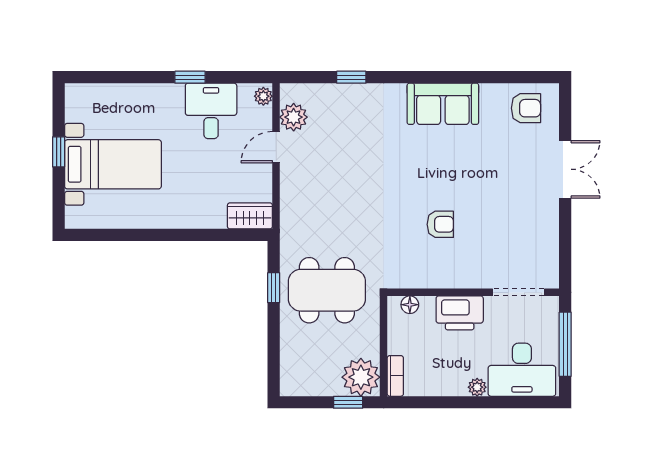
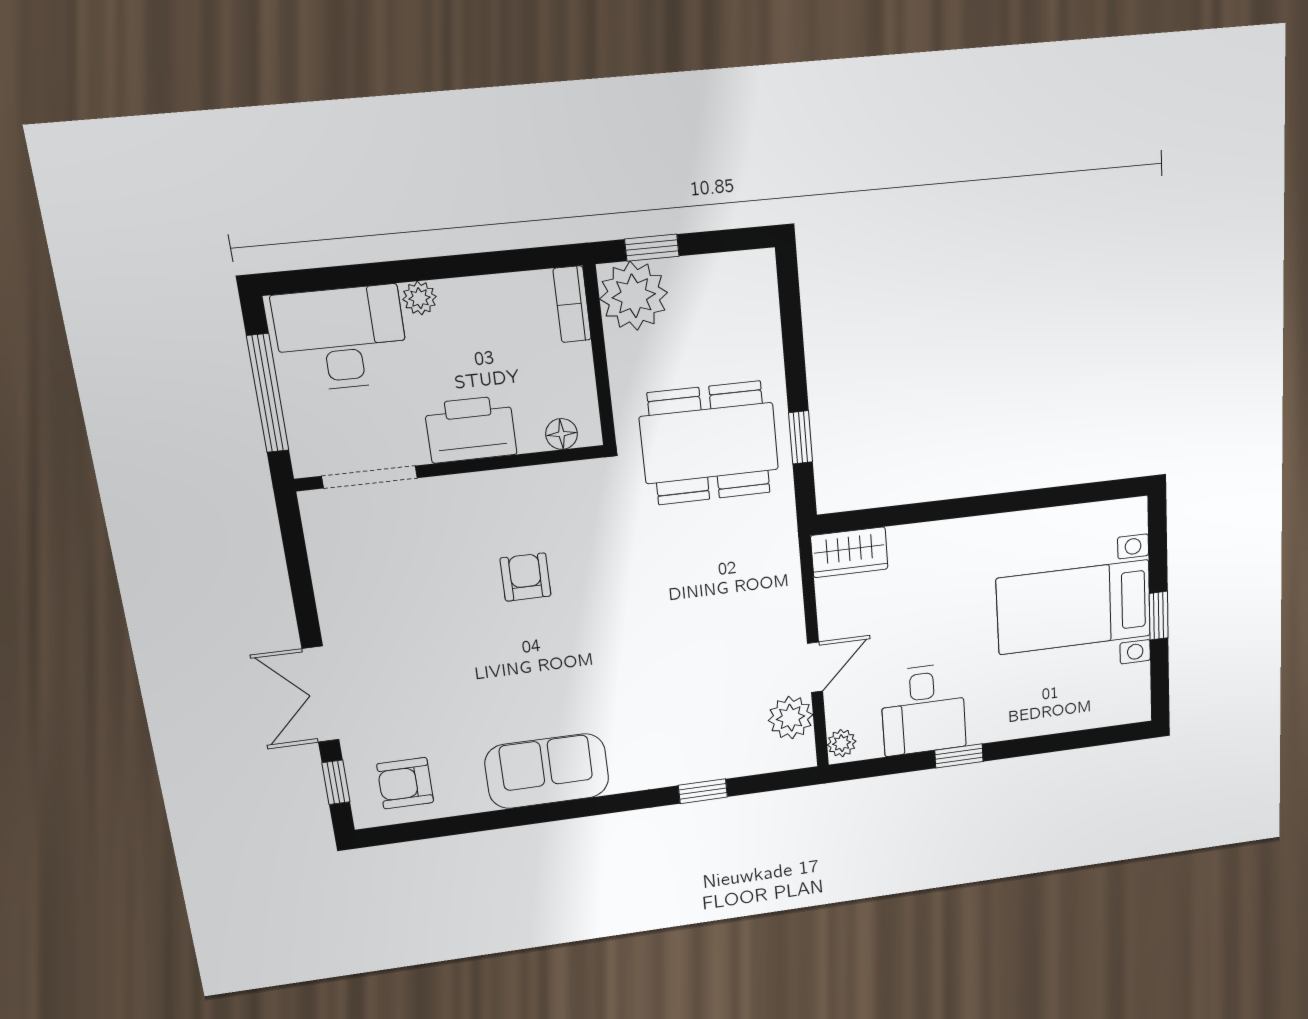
window: (565, 114) -> (336, 782), added
armchair: (440, 224) -> (526, 577), turned 90

